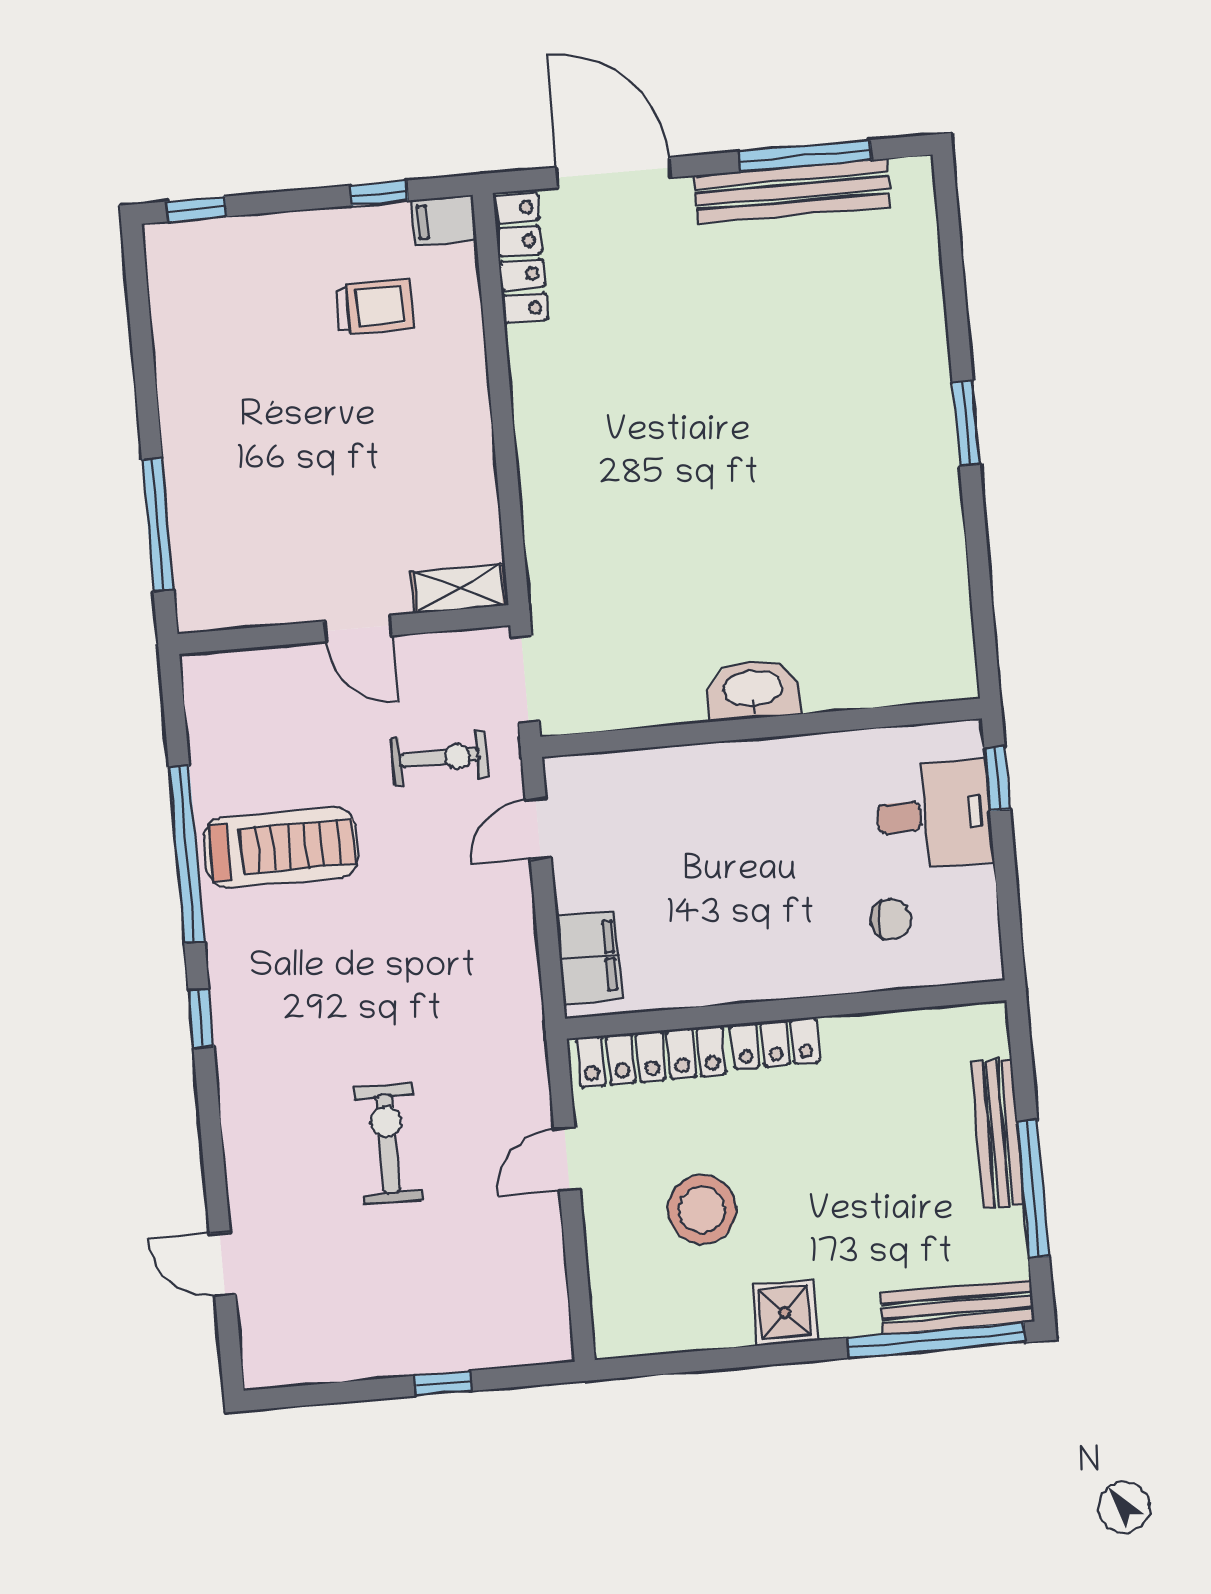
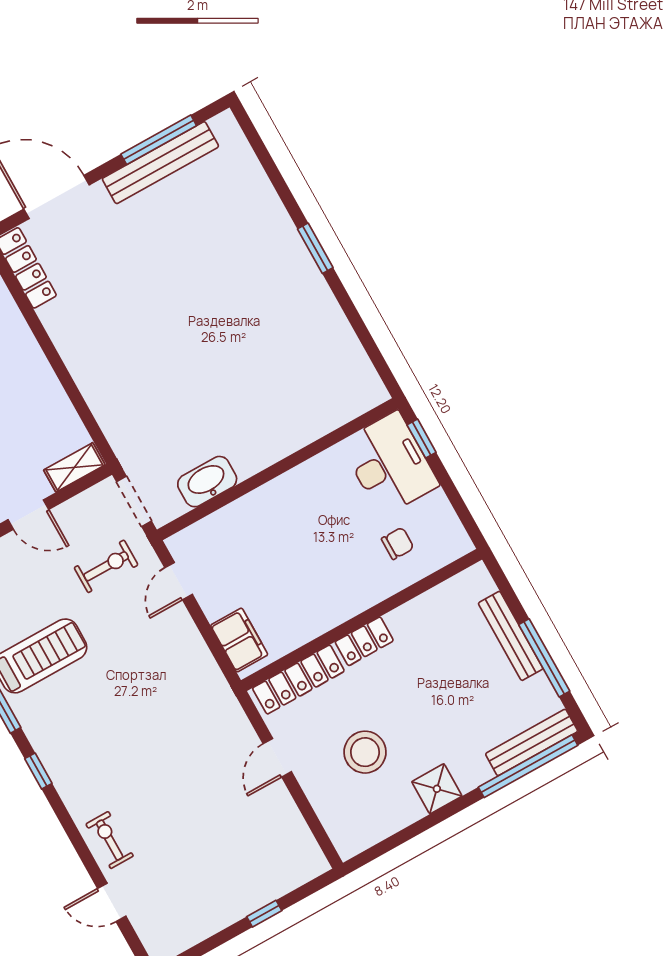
washbasin: (753, 690) -> (207, 482), moved
desk: (934, 815) -> (390, 464), width x1.37
exercise bike: (388, 1144) -> (110, 840), moved, width x0.73, depth x0.72

